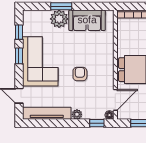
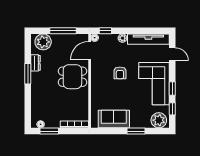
plant: (59, 19) -> (159, 120), moved

